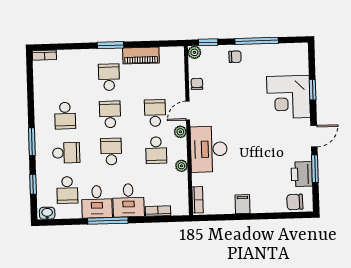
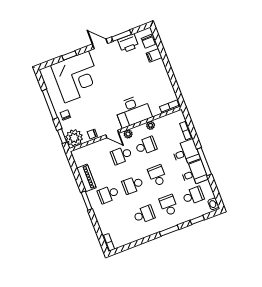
plant: (194, 52) -> (74, 138), width x1.87, depth x1.87
corner desk: (288, 97) -> (77, 77), width x1.36, depth x1.36
school desk: (111, 151) -> (157, 176), turned 90
filing cabinet: (243, 204) -> (154, 55), moved

